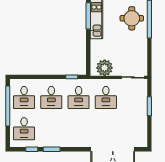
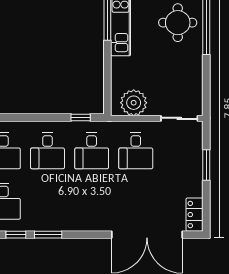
locker: (142, 137) -> (195, 215), added

